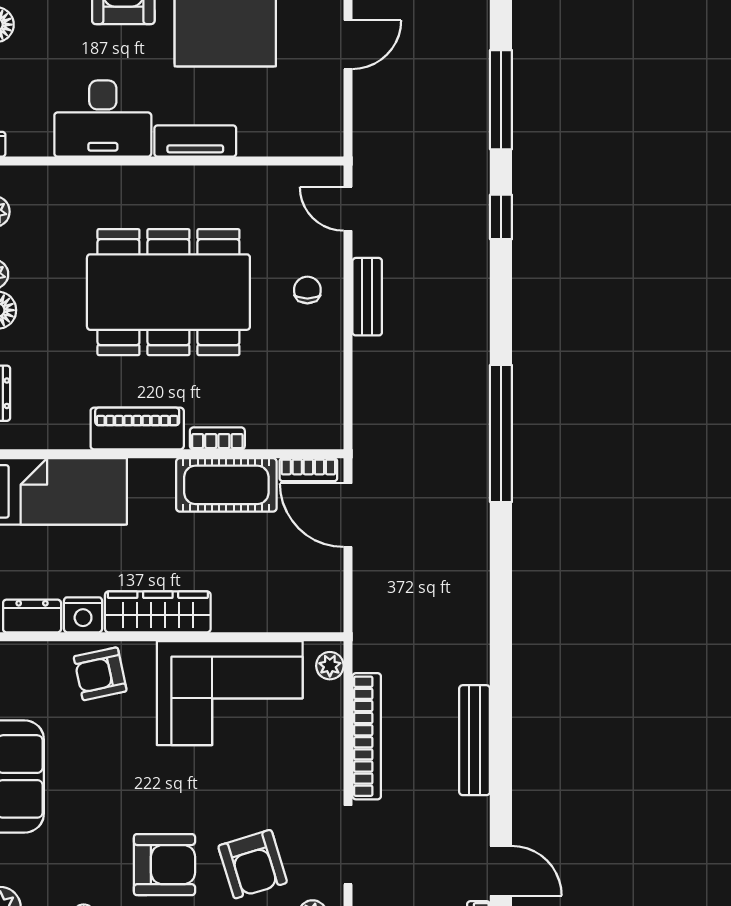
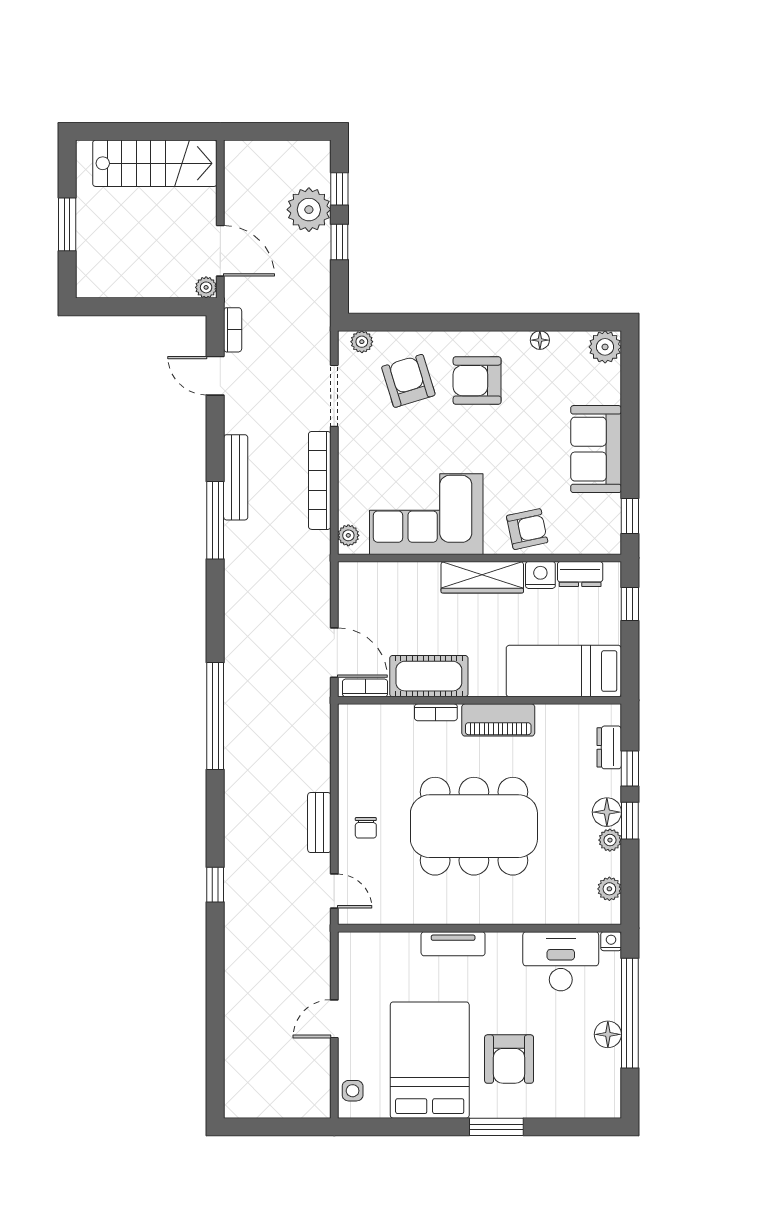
window: (501, 100) -> (215, 520), moved
desk: (103, 119) -> (561, 961), moved

